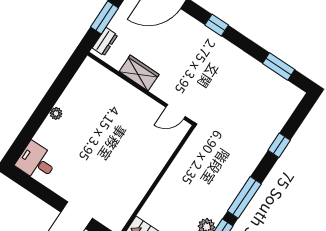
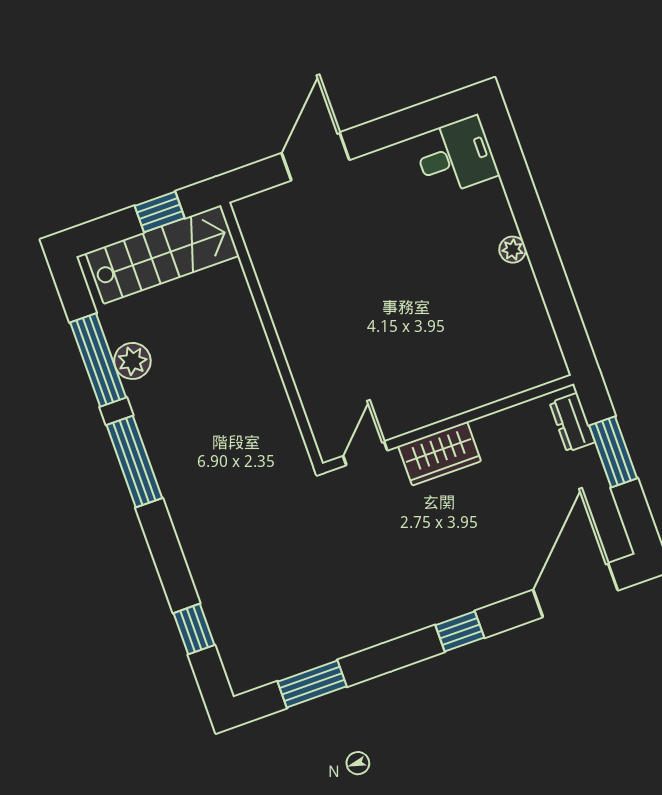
wardrobe: (139, 73) -> (440, 454), moved
window: (279, 145) -> (194, 629), moved

